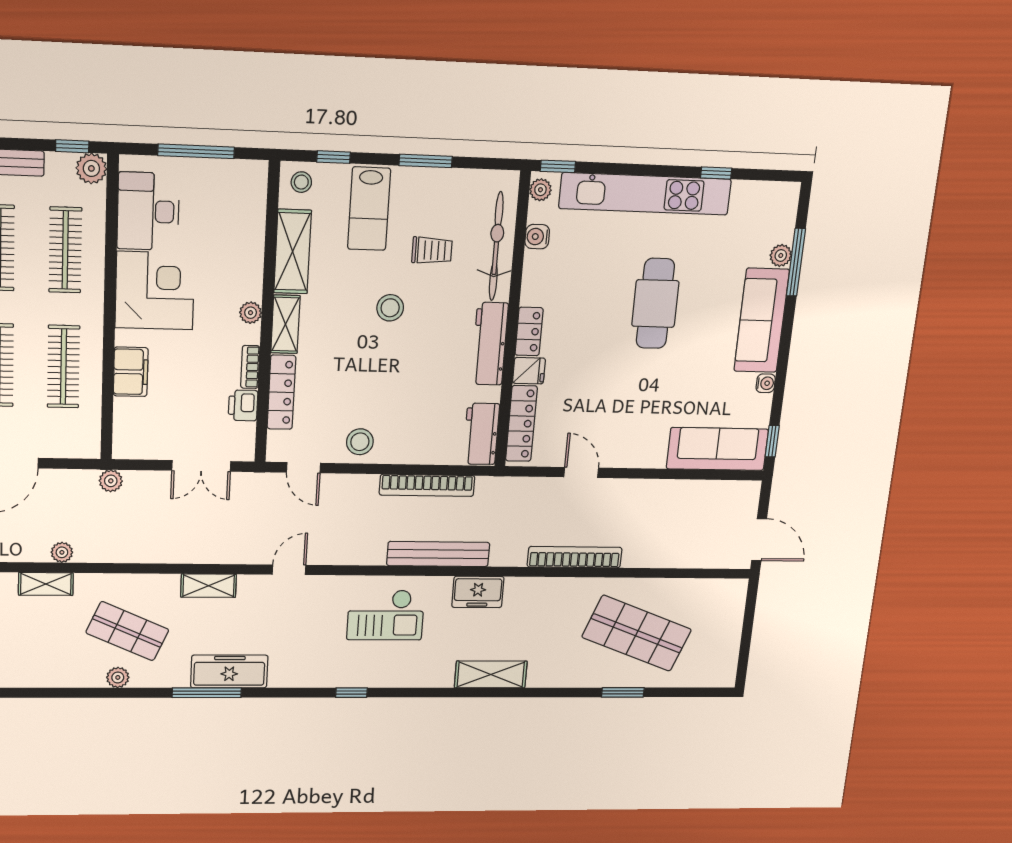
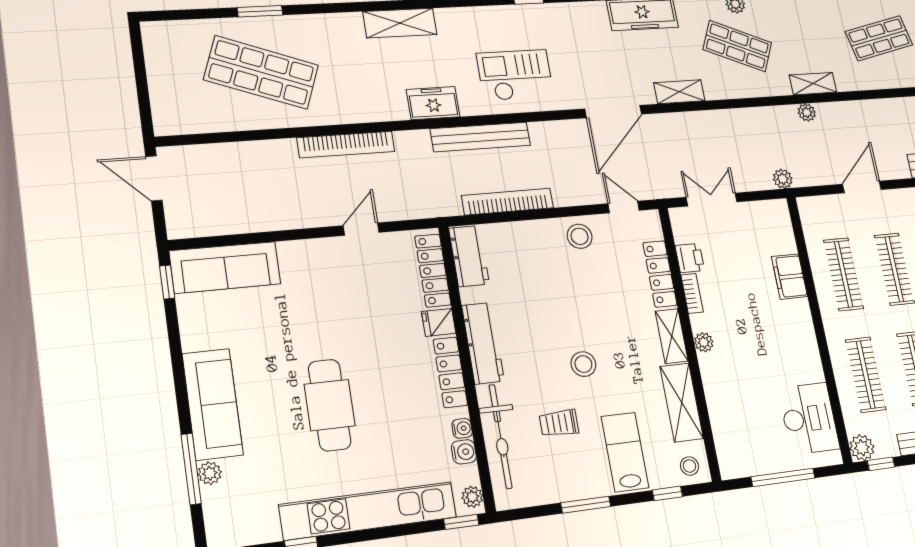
corner desk: (155, 291) -> (787, 350), removed
locker: (529, 332) -> (450, 372), width x1.53
water cooler: (766, 383) -> (462, 428), moved, turned 180
door: (581, 472) -> (361, 229), swing flipped
door: (289, 570) -> (613, 112), width x1.88

